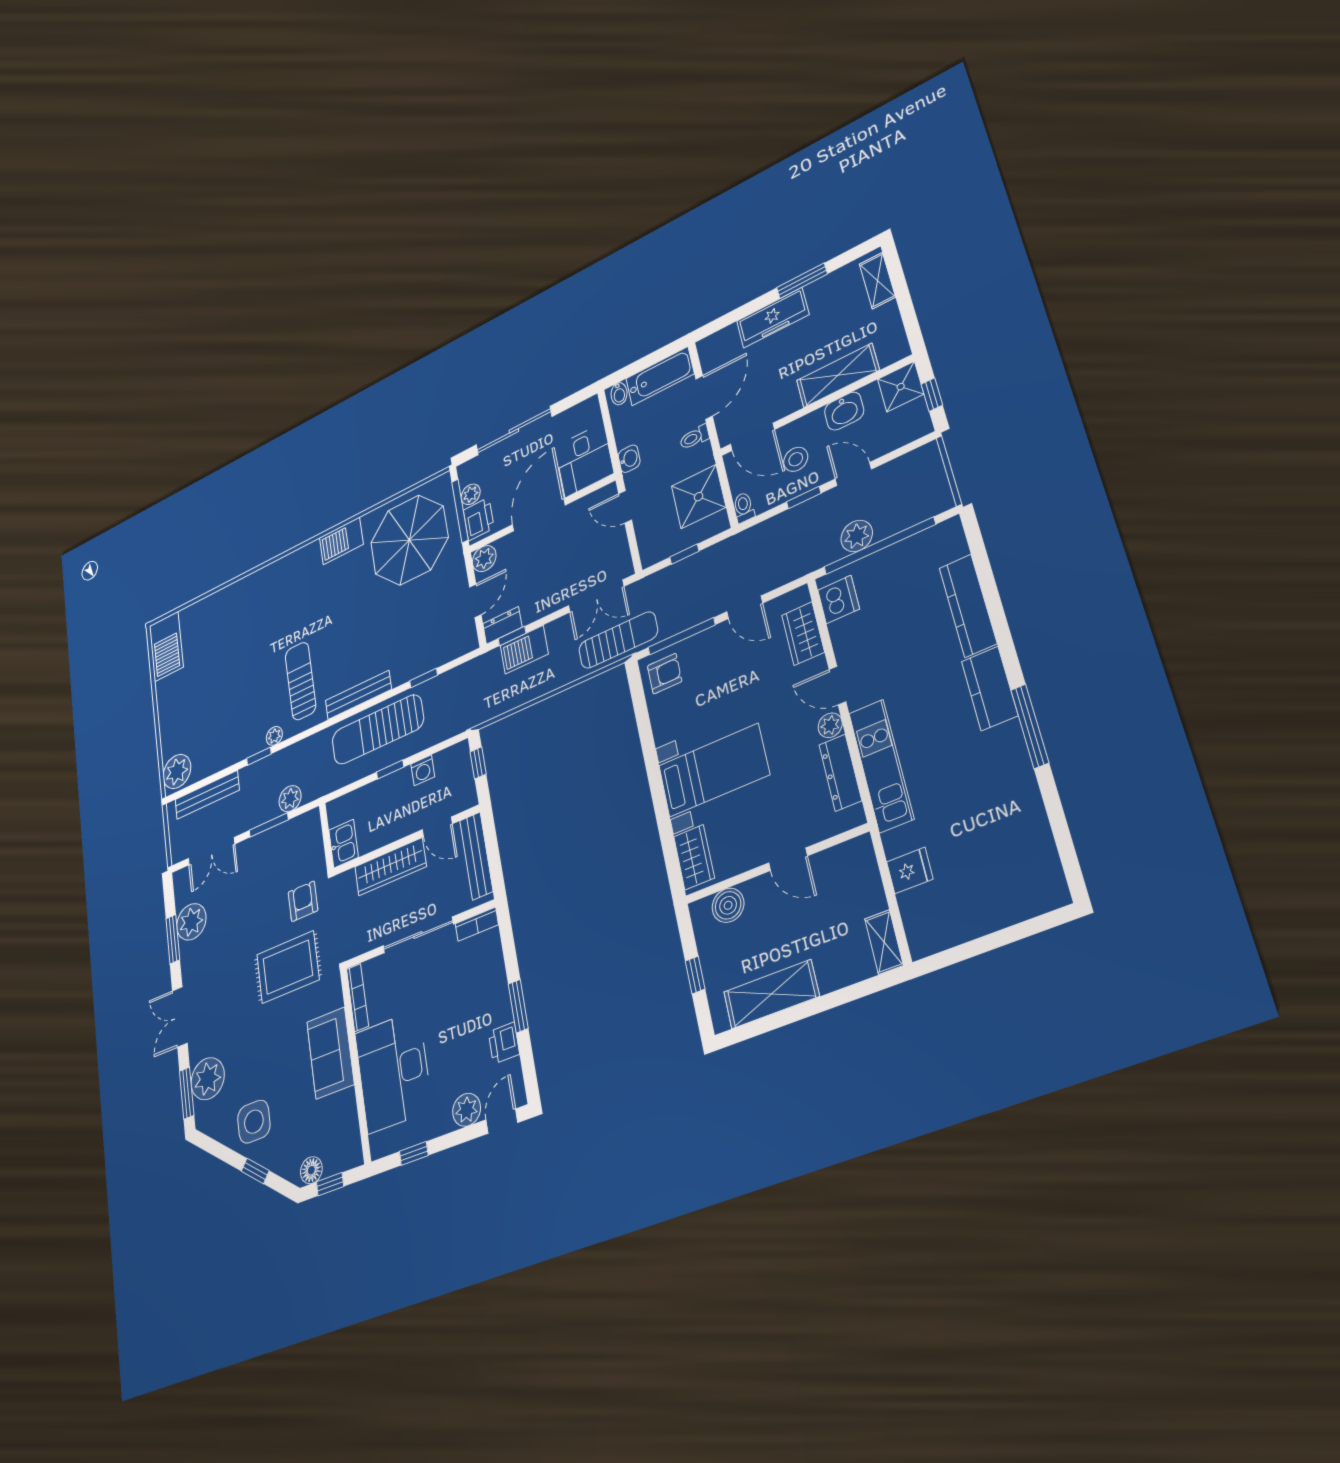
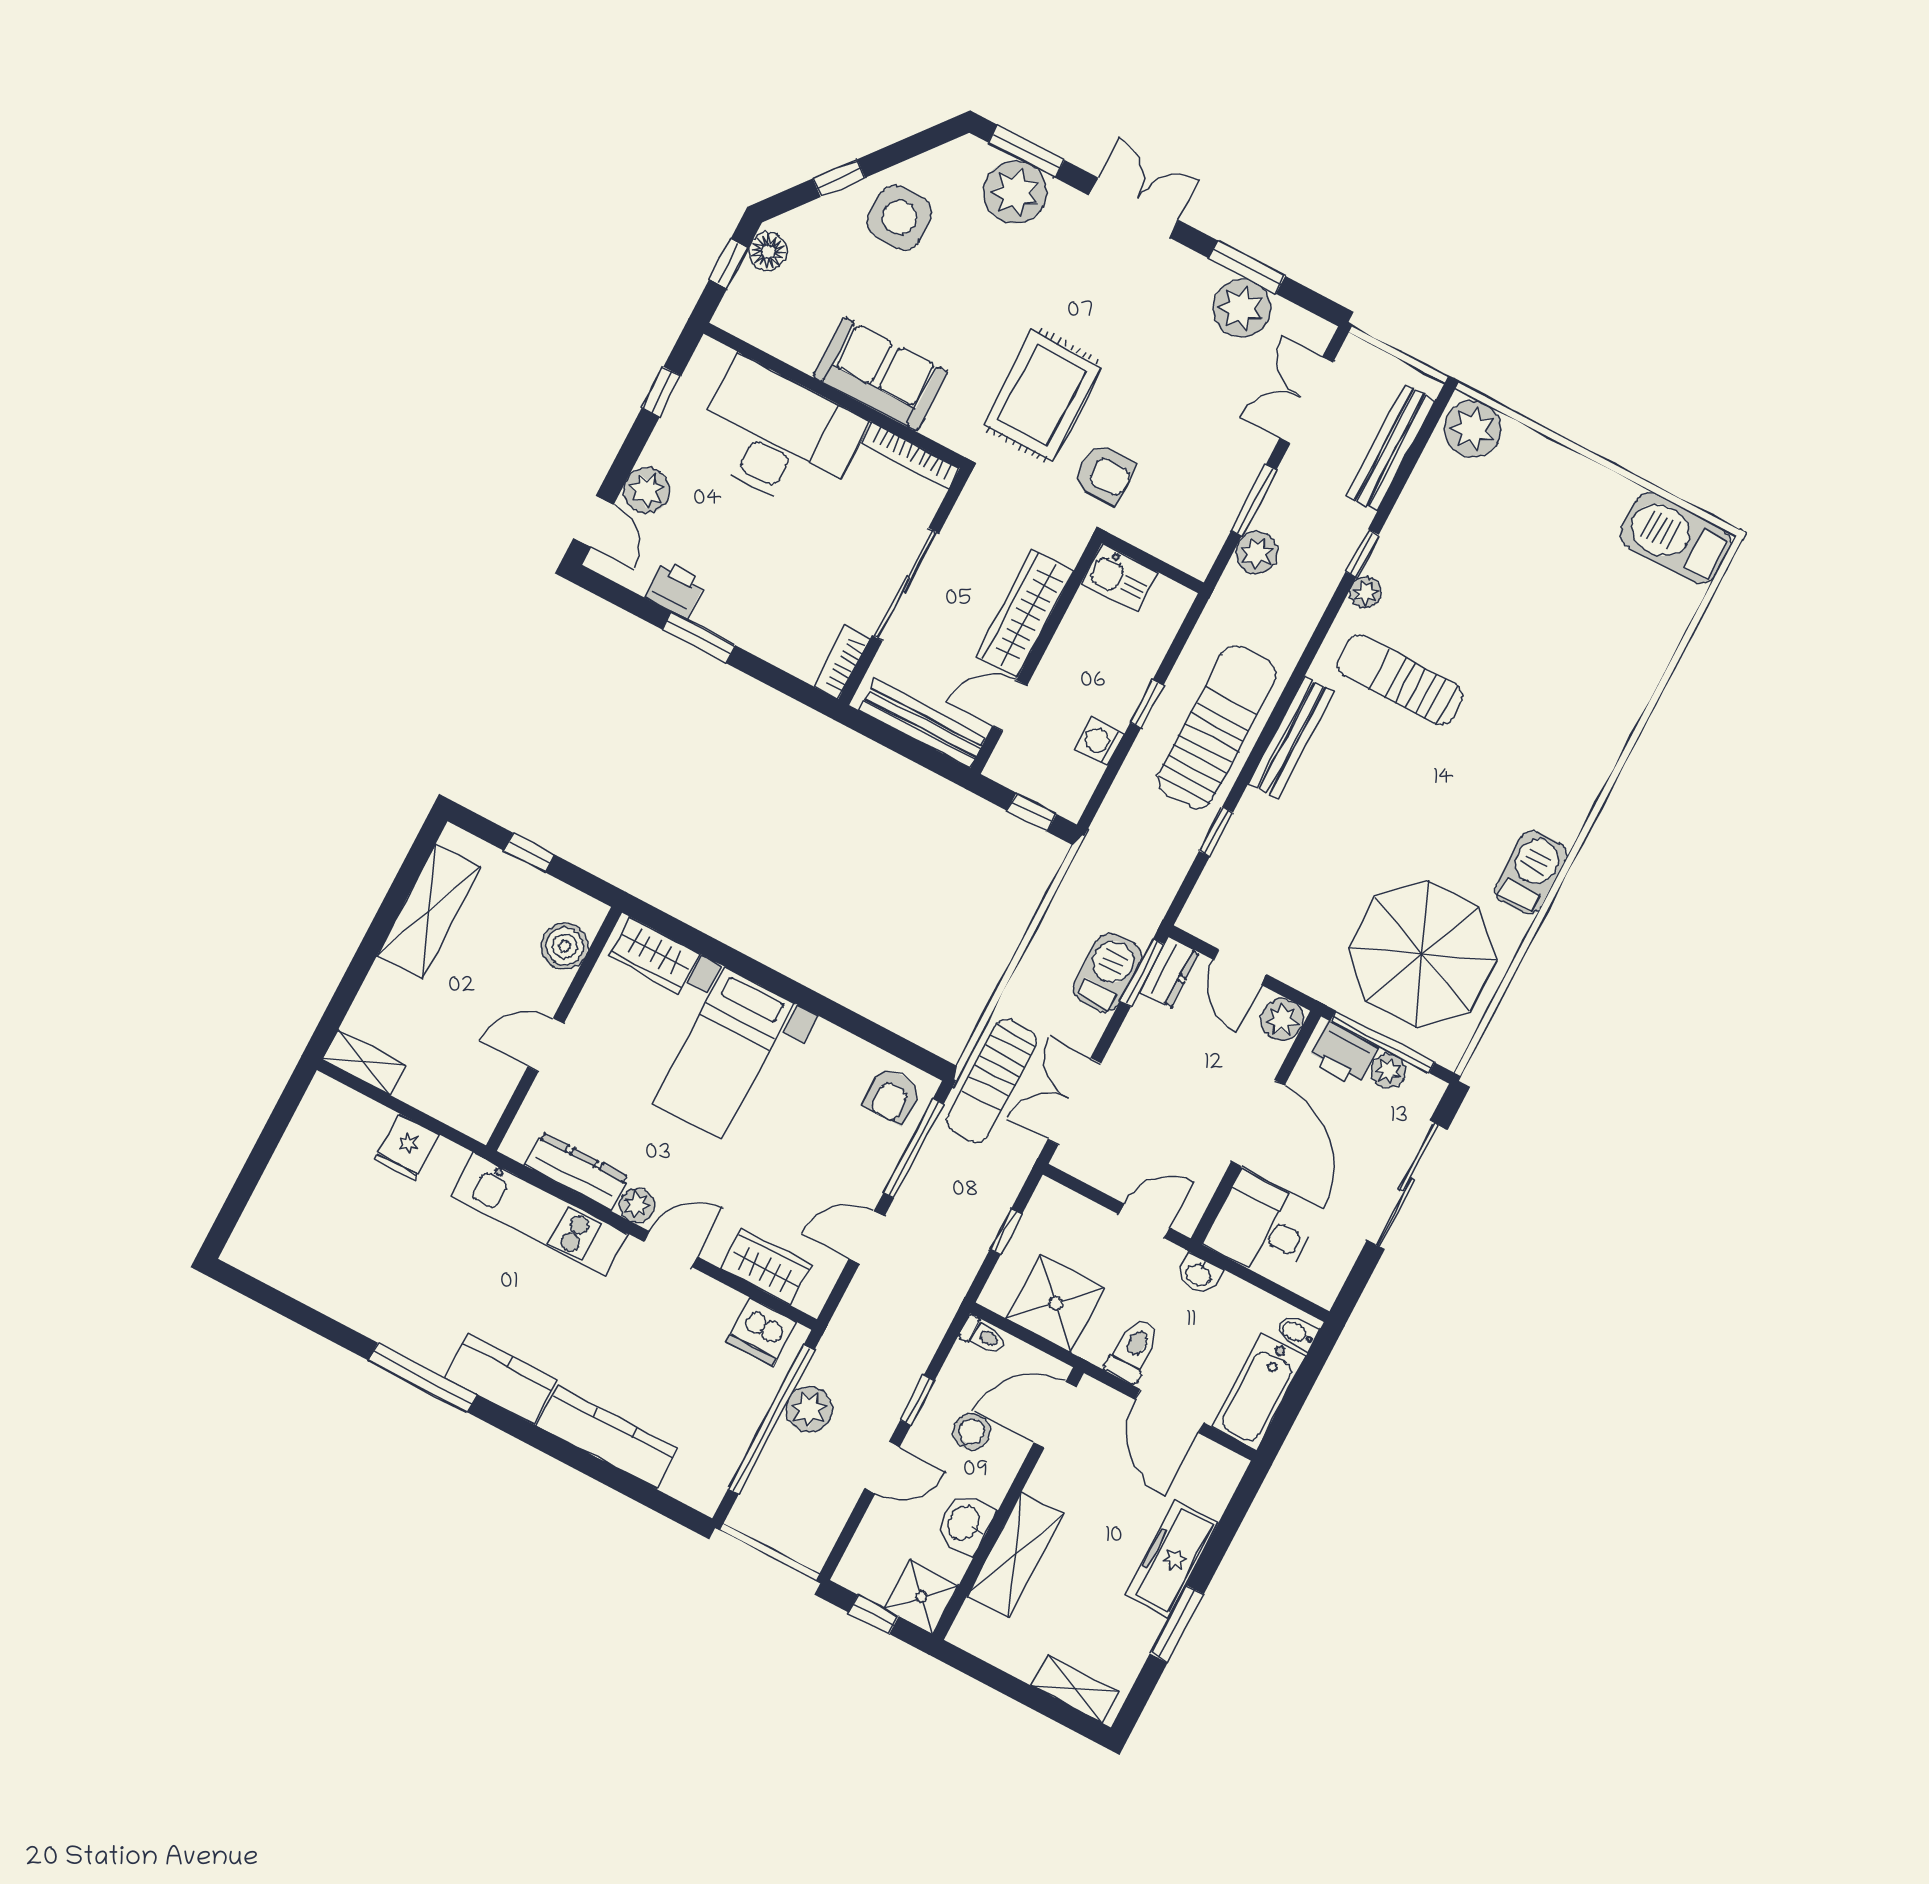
toilet: (694, 437) -> (1133, 1350), width x1.37, depth x1.39
window: (512, 636) -> (1142, 973), width x1.50
sun lounger: (301, 681) -> (1400, 680), turned 180

